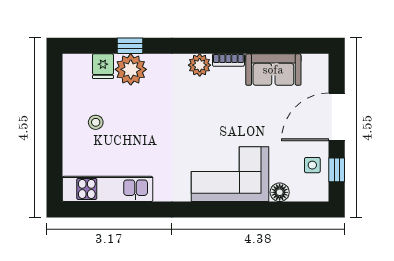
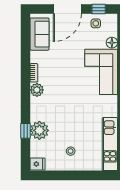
fridge: (103, 66) -> (37, 164), moved
sofa: (273, 70) -> (40, 34), moved
door: (337, 117) -> (67, 9), hinge flipped

